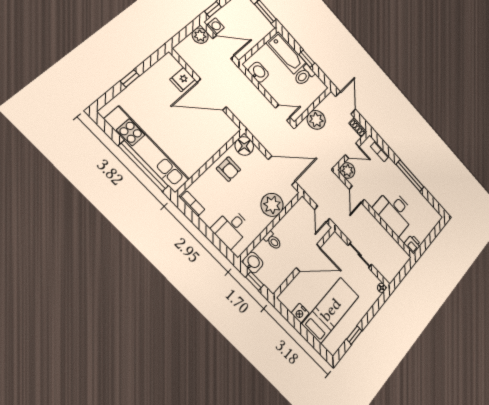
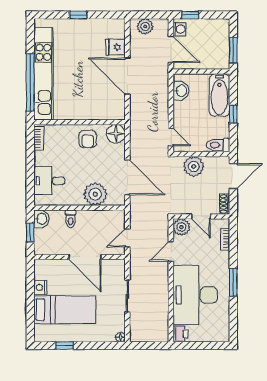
plant: (200, 36) -> (145, 26), moved
toilet: (304, 75) -> (218, 145), moved
window: (410, 176) -> (233, 282), width x0.69
desk: (394, 212) -> (195, 295), width x1.36, depth x1.30

